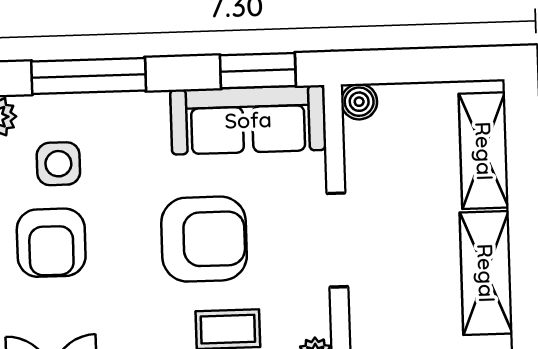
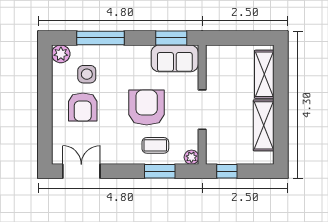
boiler: (359, 102) -> (213, 52), removed
sofa: (248, 120) -> (175, 58), width x0.73
armchair: (204, 239) -> (147, 108), turned -90

